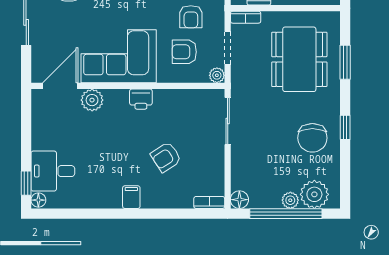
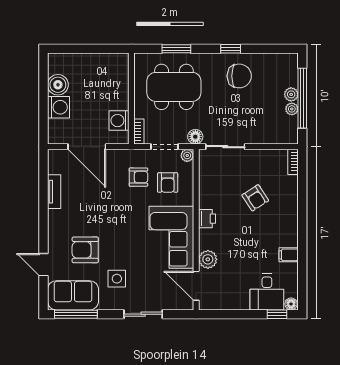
plant: (314, 194) -> (292, 109), moved, width x0.53, depth x0.53
filing cabinet: (131, 197) -> (289, 255), moved
floor lamp: (239, 200) -> (195, 137), moved

